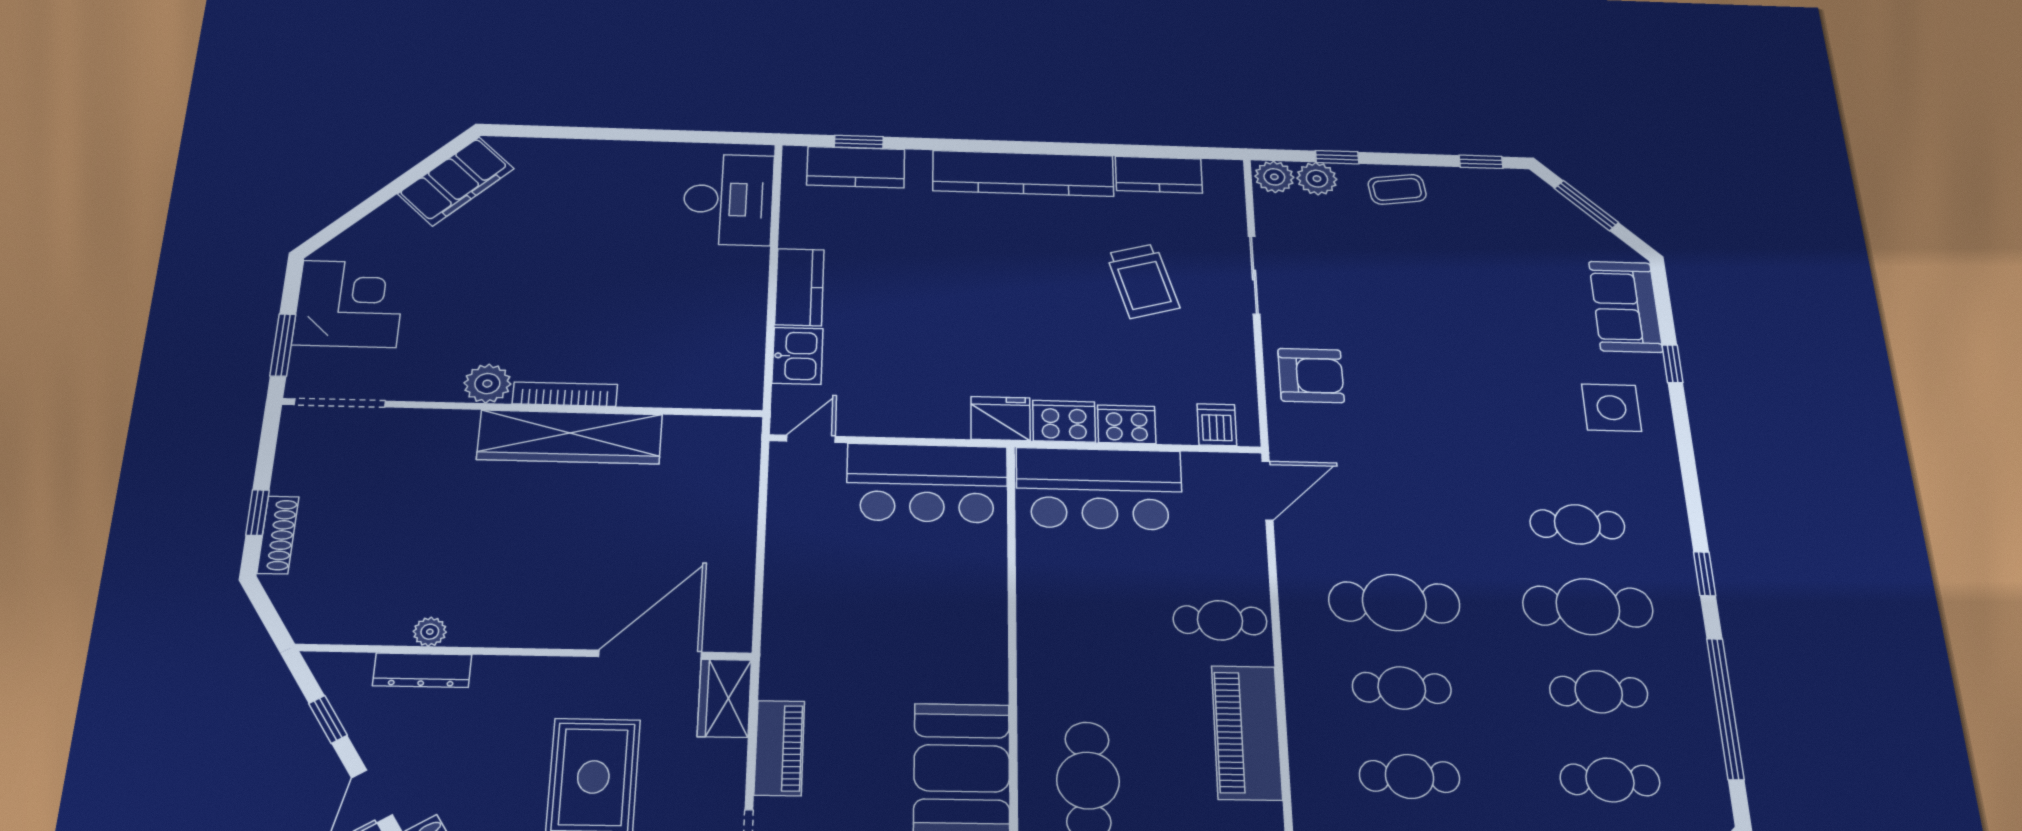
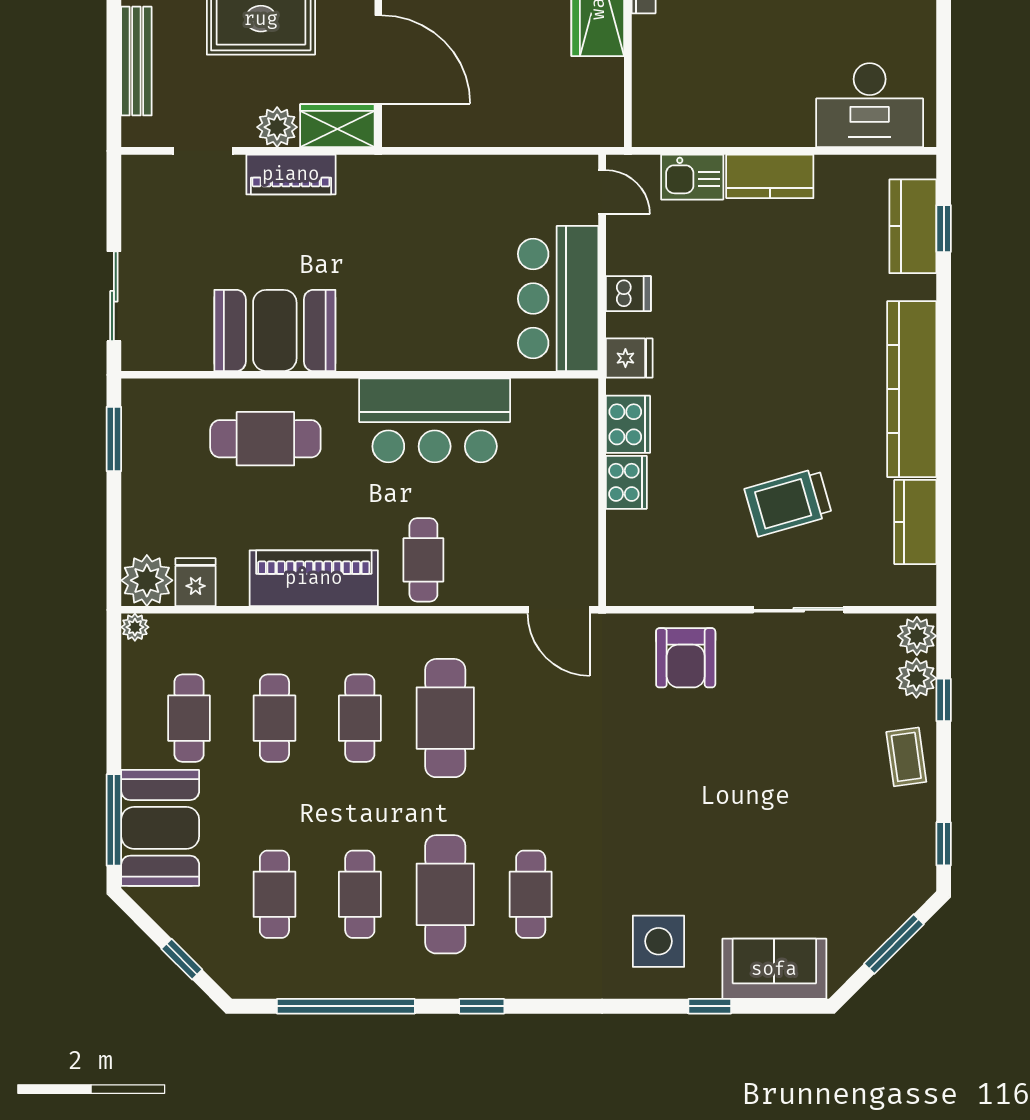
fridge: (1001, 418) -> (629, 358), width x0.72
dishwasher: (1217, 425) -> (628, 294), moved
bar counter: (1099, 489) -> (435, 420), moved, turned -90
plant: (723, 762) -> (277, 127), added

